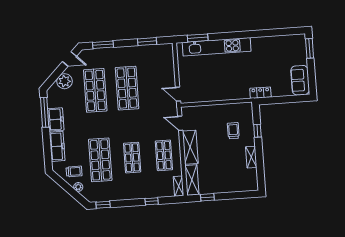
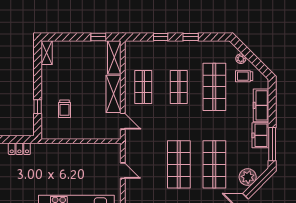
locker: (260, 93) -> (19, 149), moved
door: (178, 94) -> (123, 171), moved
shelving: (251, 157) -> (47, 53), moved
shelving: (179, 186) -> (130, 52), removed
window: (103, 205) -> (191, 37), moved

